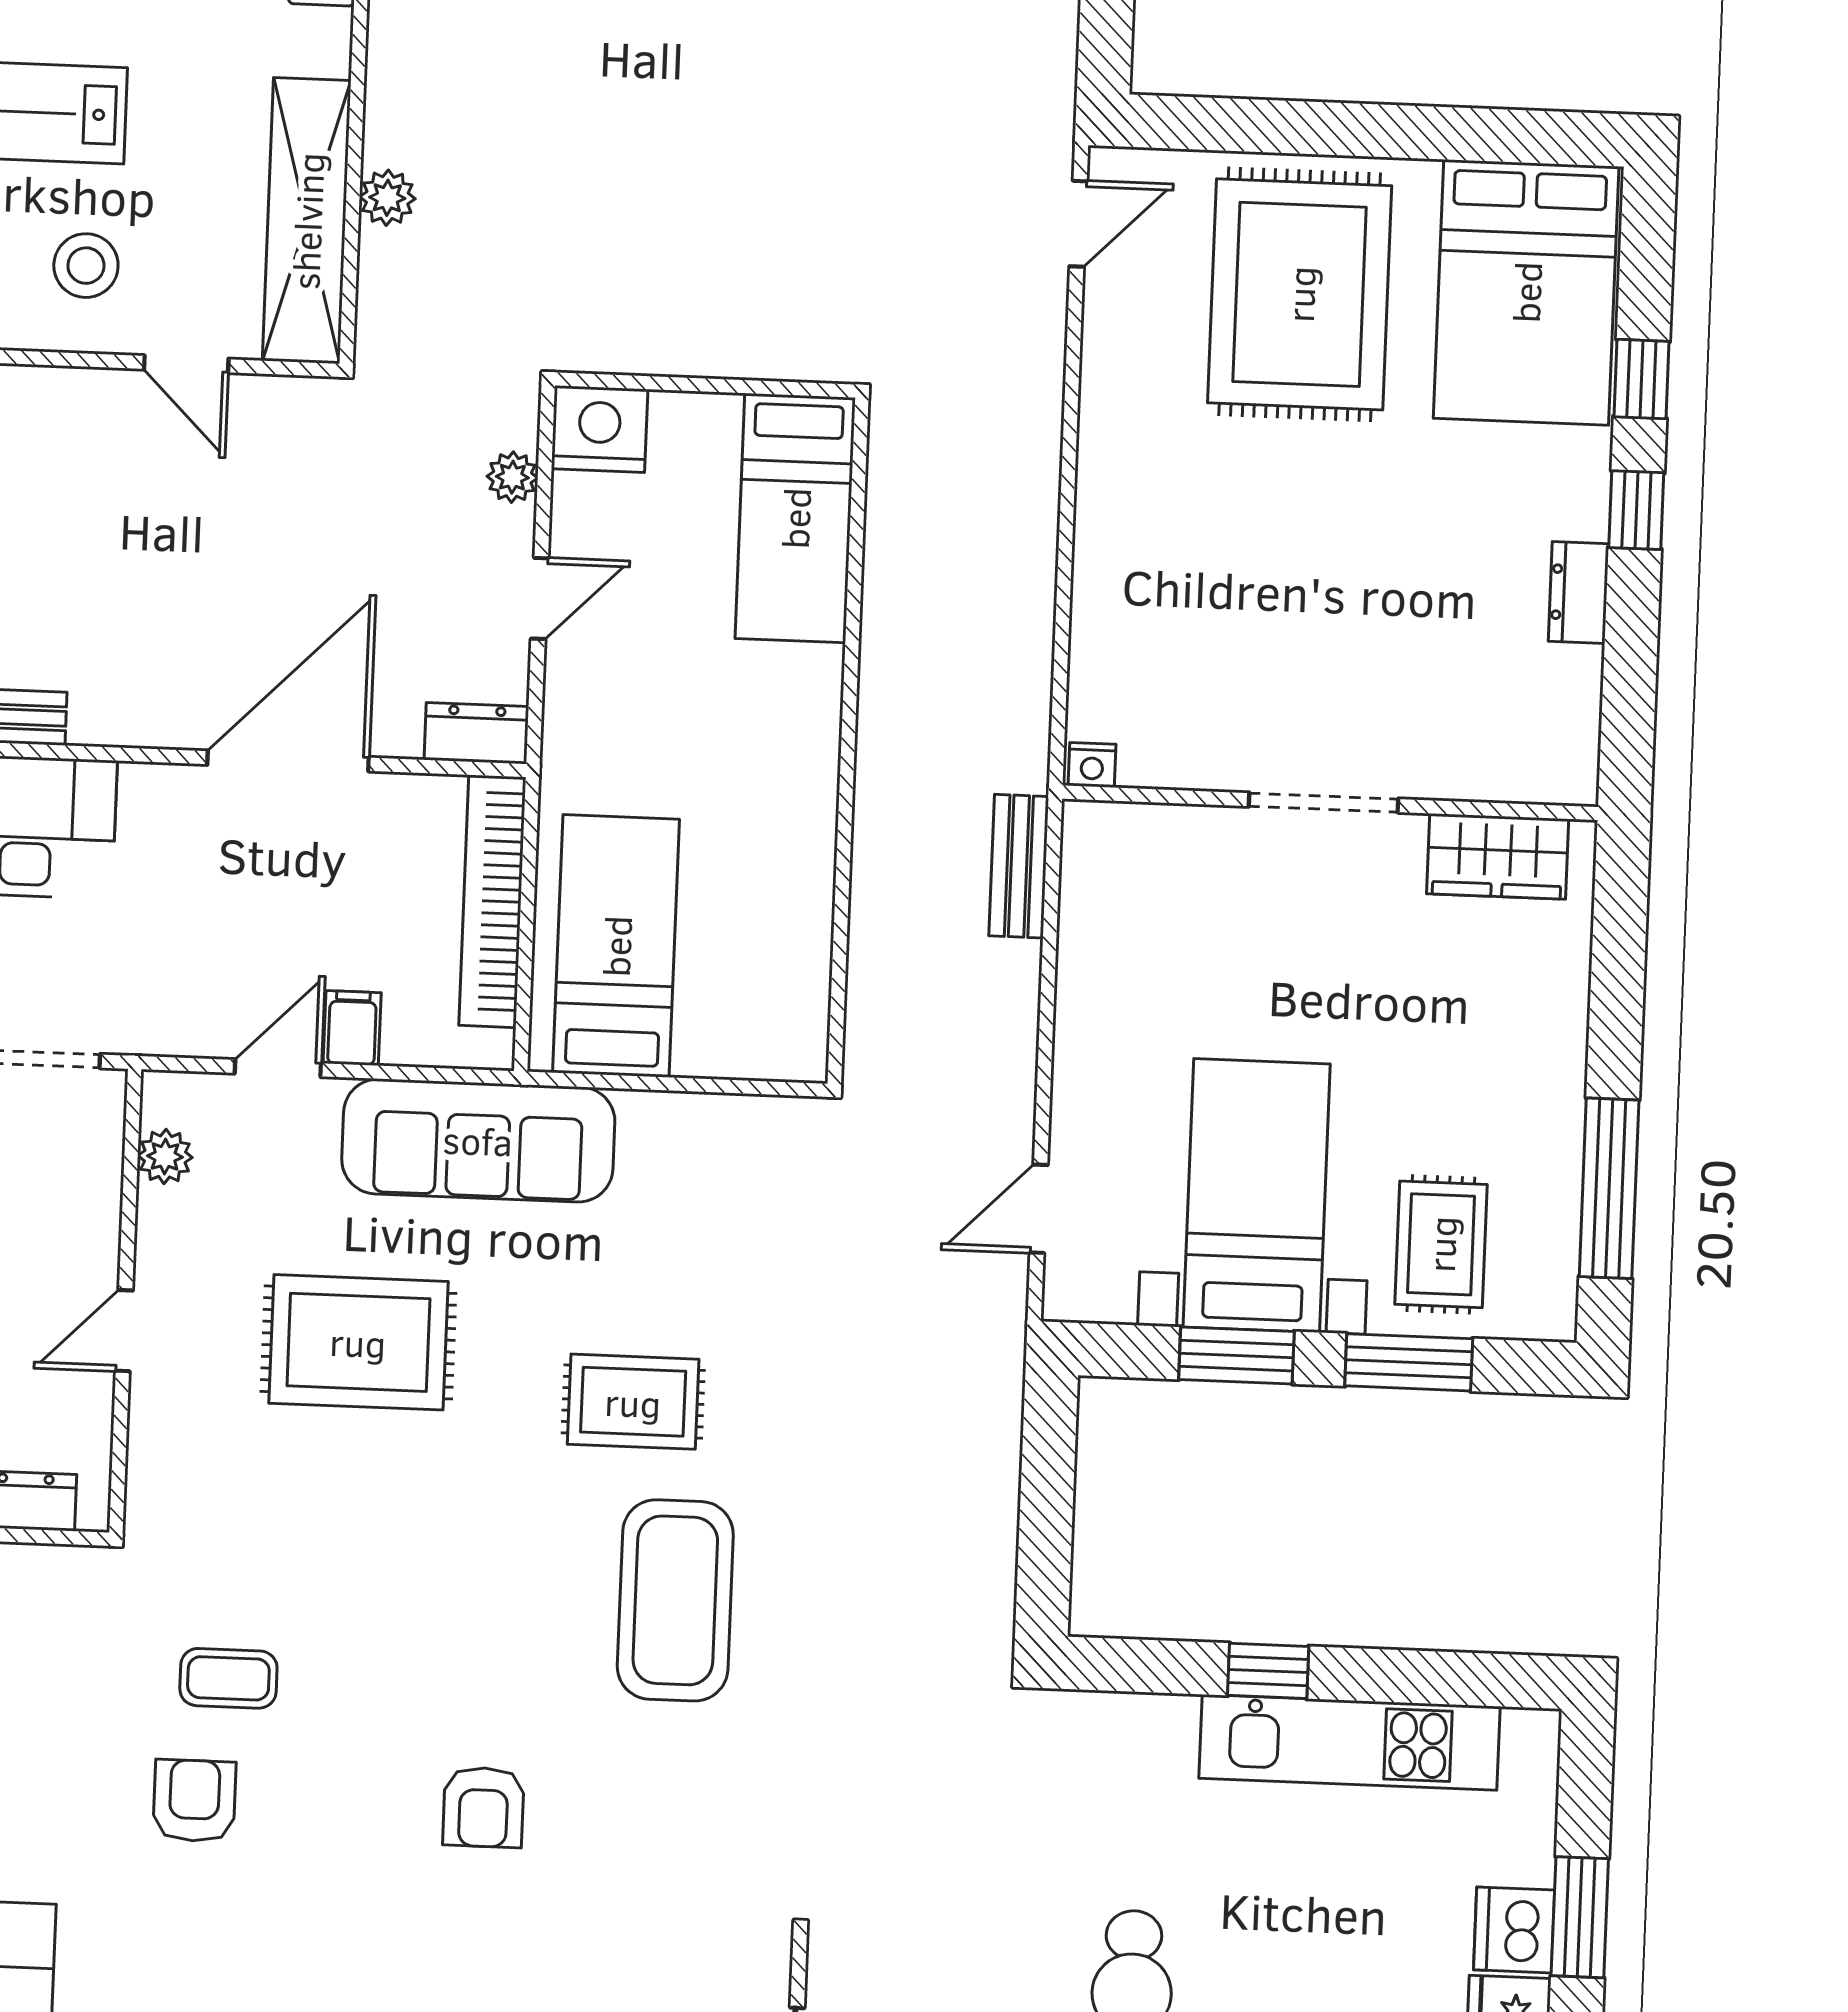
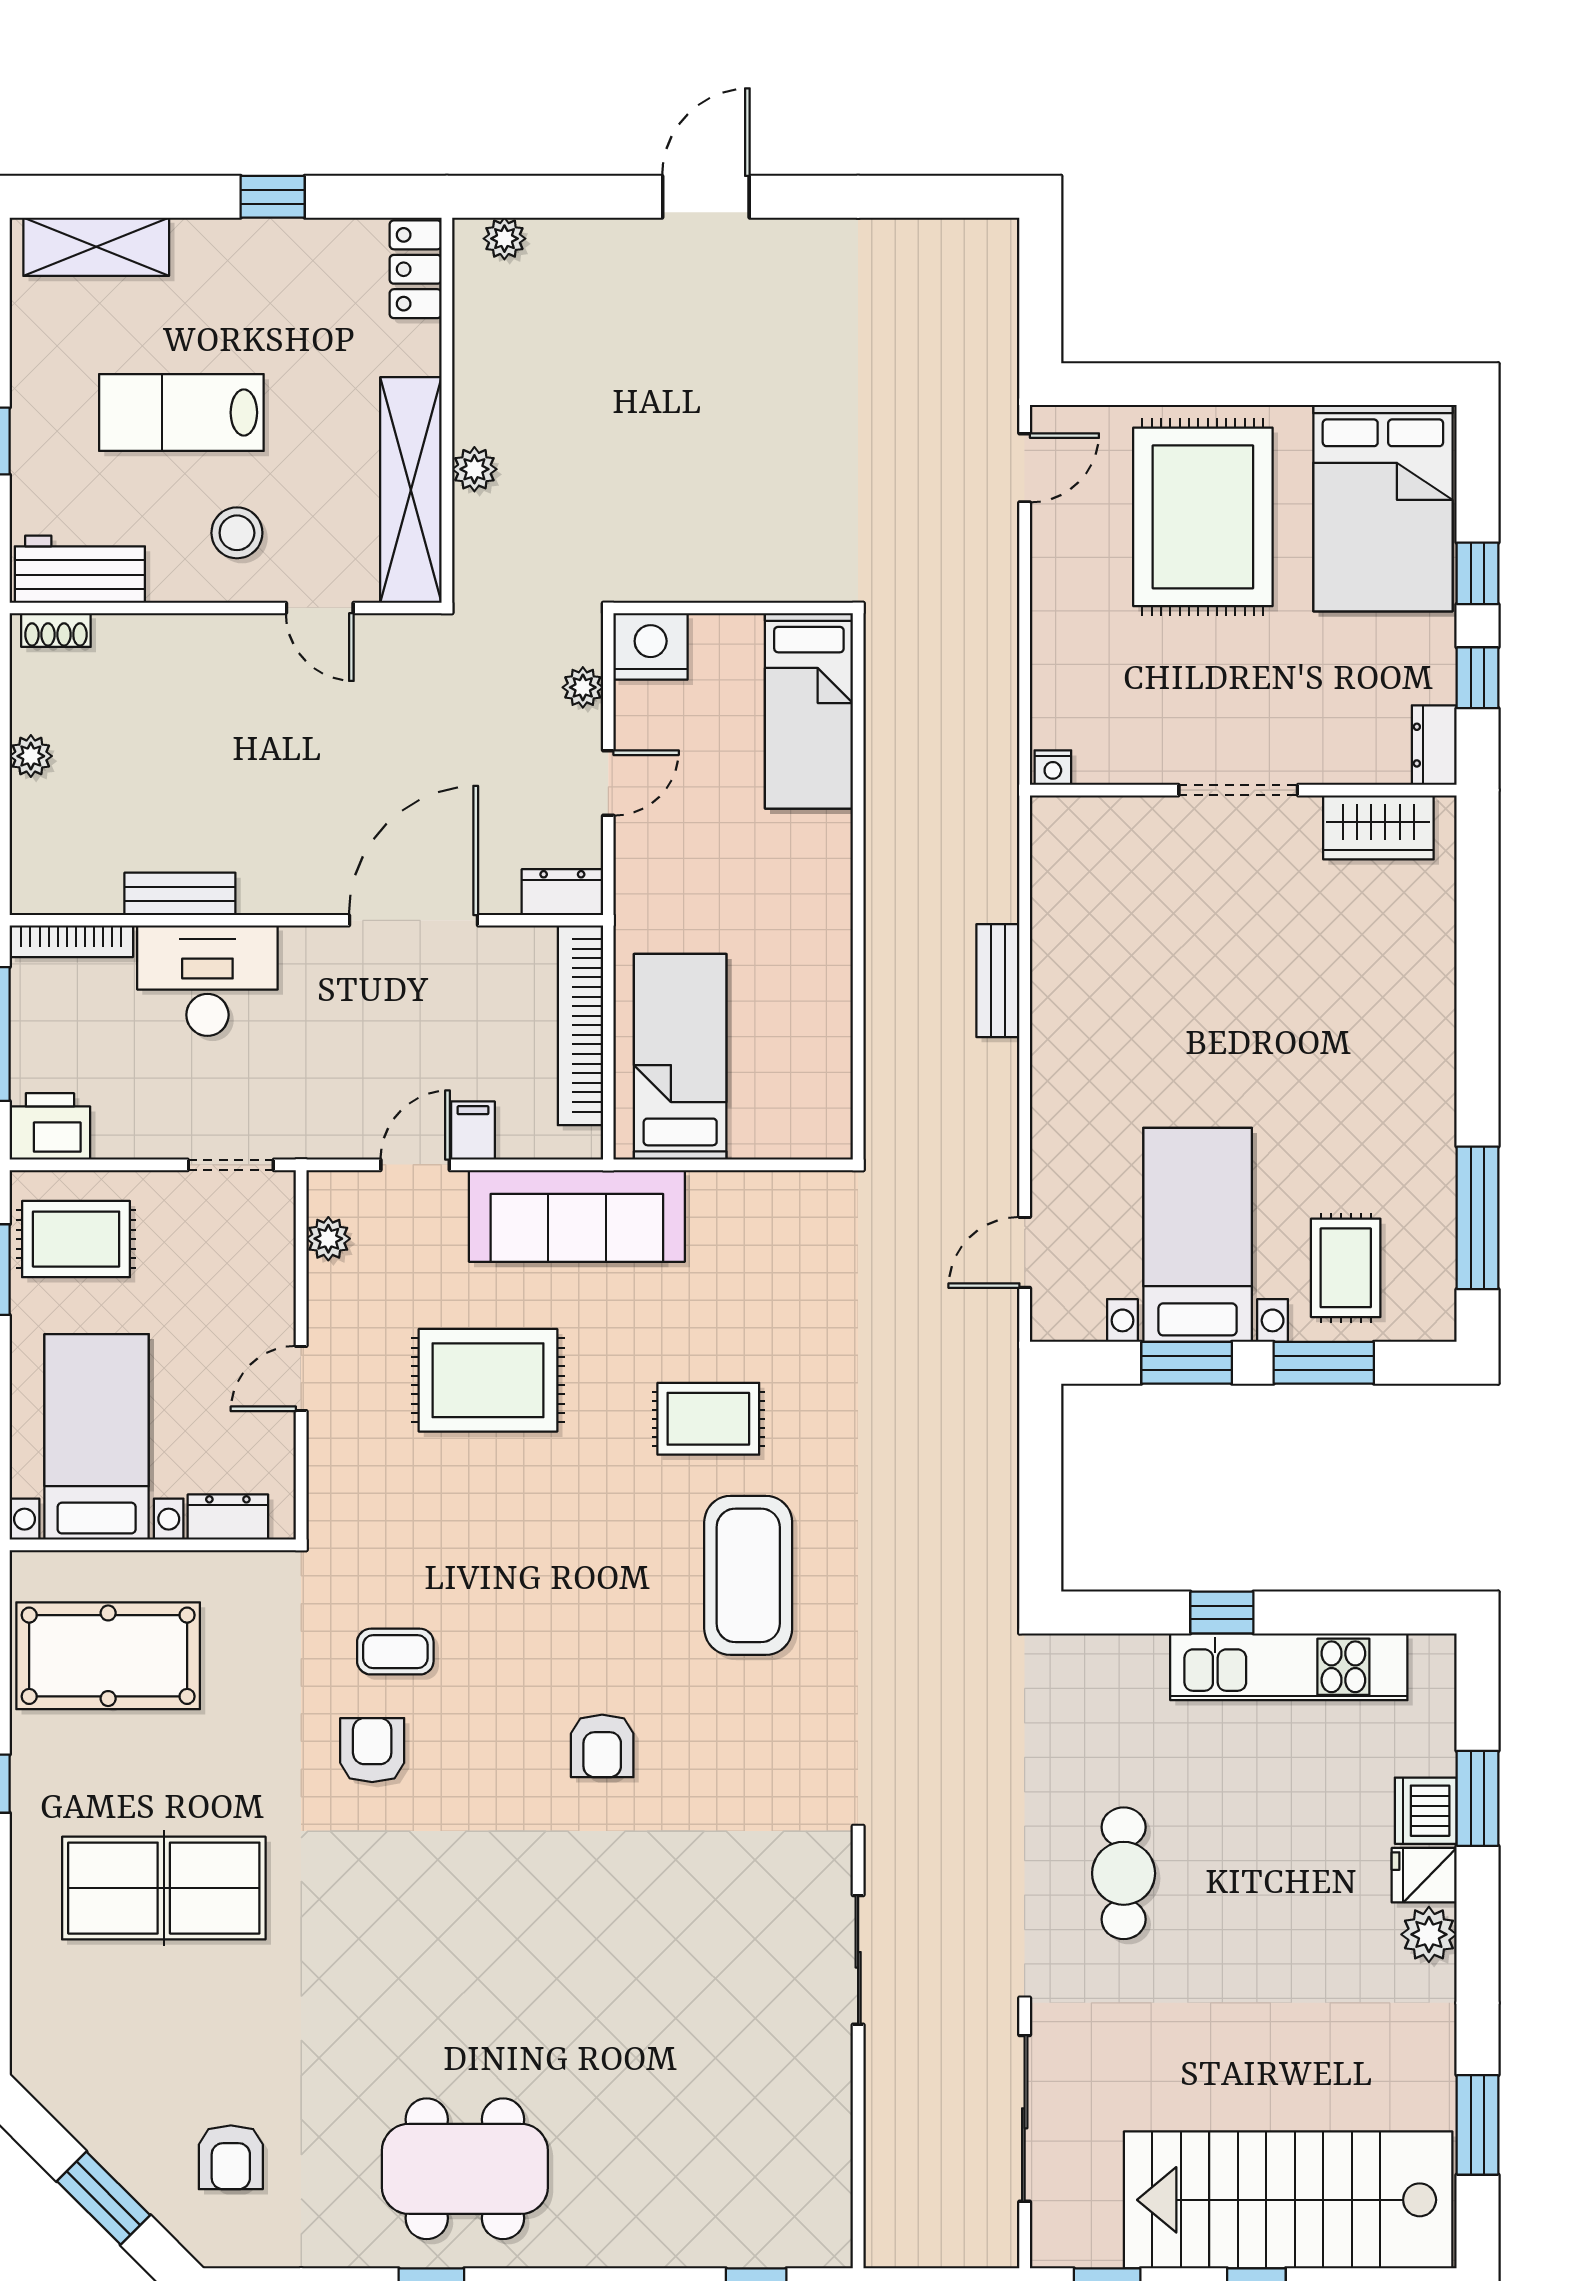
nightstand: (1092, 765) -> (1053, 768), moved
doorway: (1324, 803) -> (1238, 790), moved
wall: (1330, 803) -> (1243, 790), moved
wardrobe: (1498, 856) -> (1378, 827), moved

